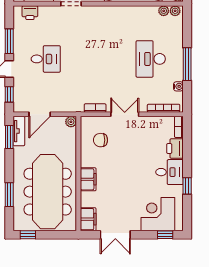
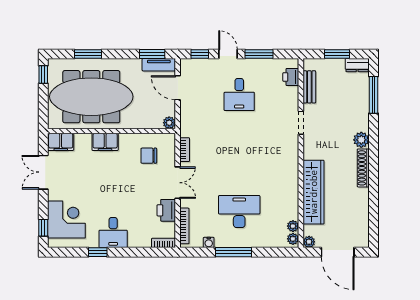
chair: (100, 140) -> (149, 156), turned -90
printer: (175, 149) -> (166, 210), moved, turned -90

